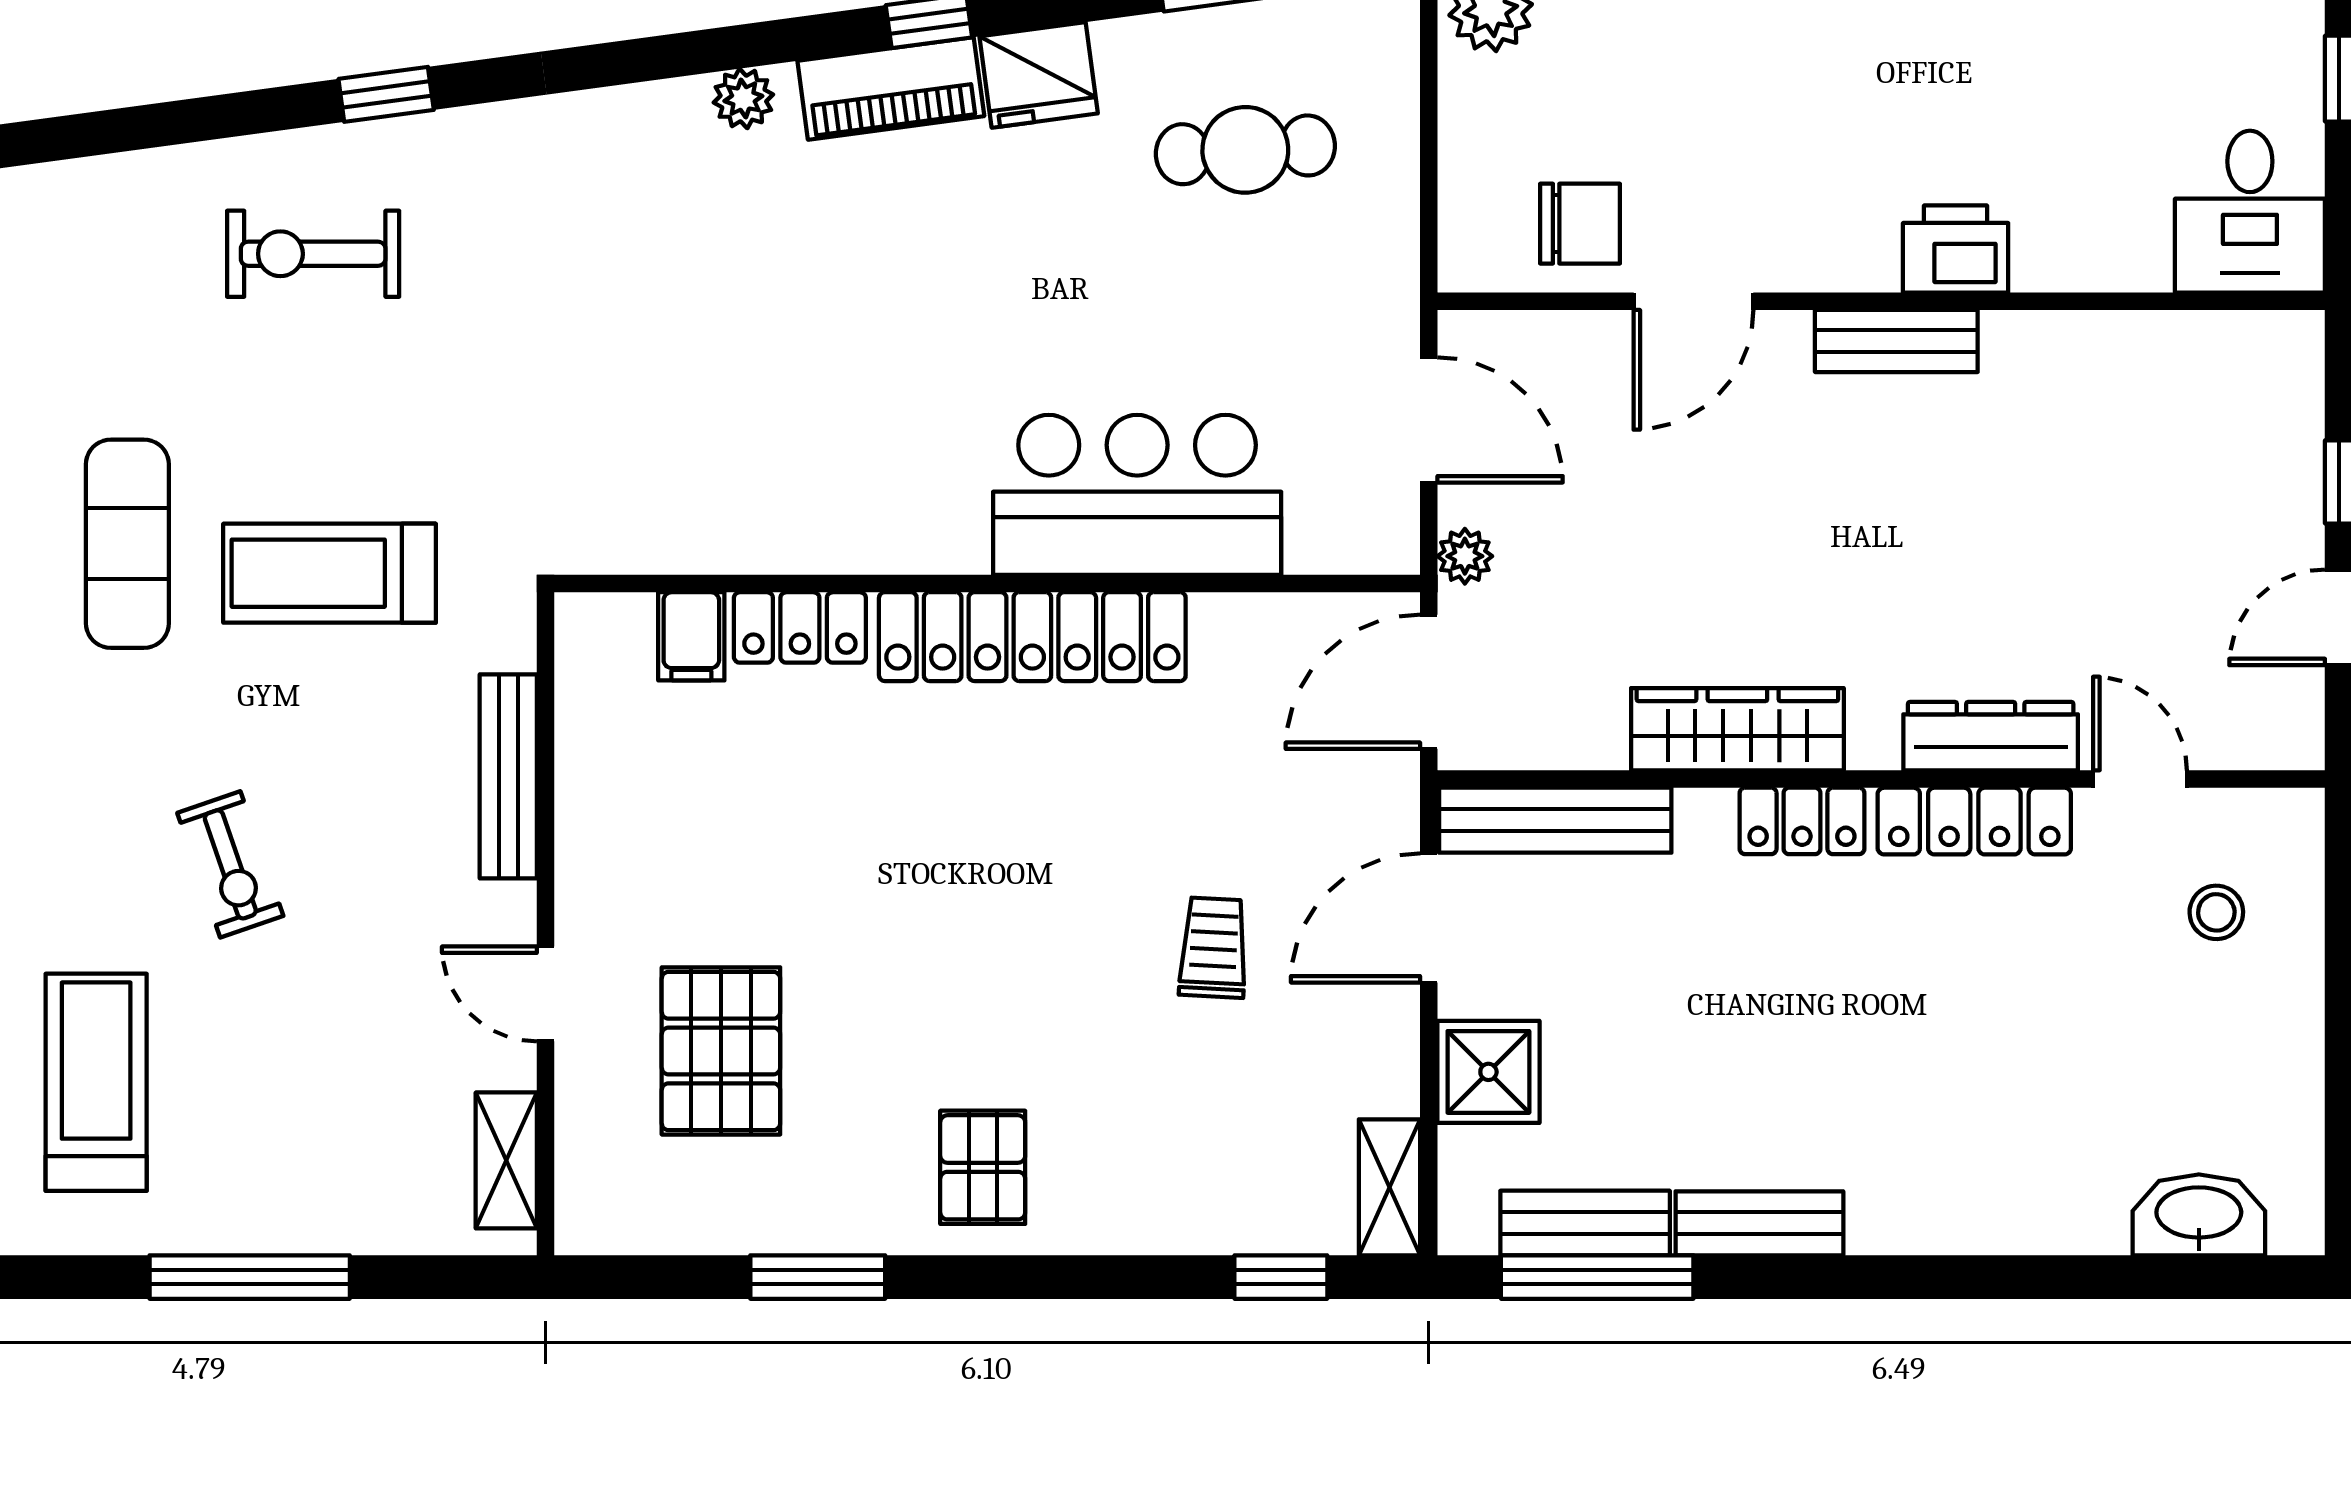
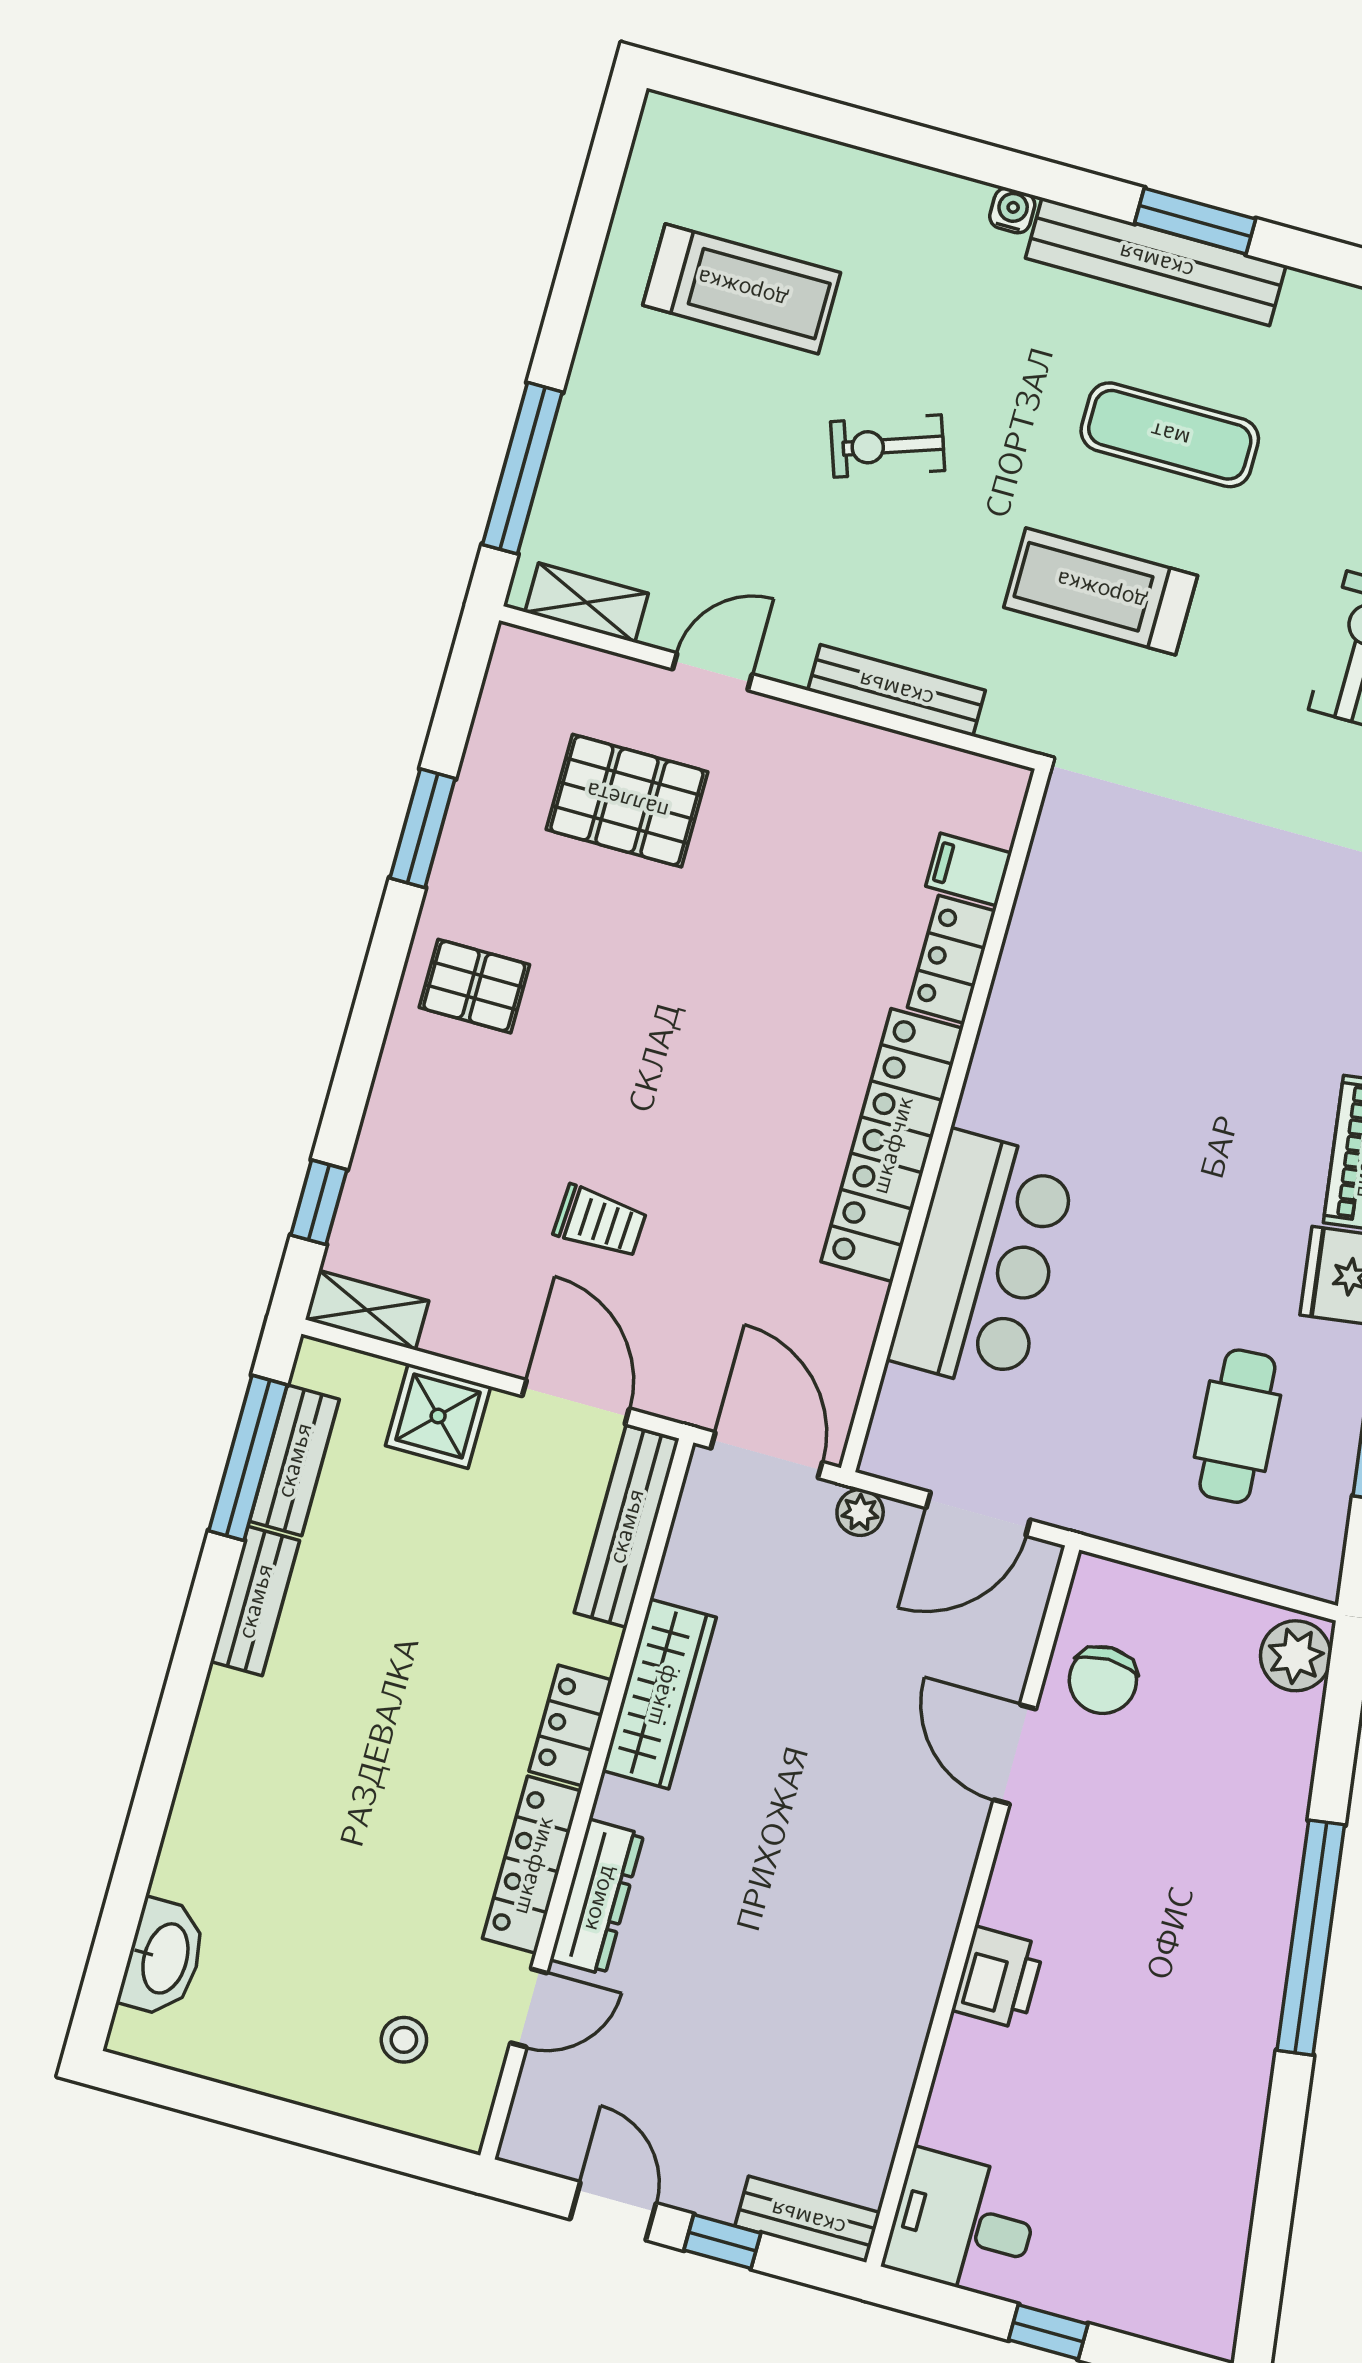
bench: (1896, 341) -> (808, 2219), moved, turned 90
treadmill: (330, 573) -> (1101, 591), turned -90
window: (250, 1277) -> (522, 468), moved

